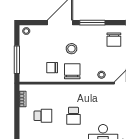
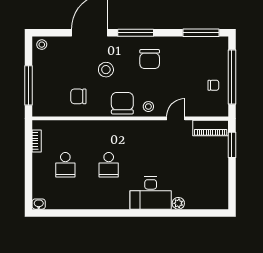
chair: (114, 40) -> (150, 59), moved
chair: (72, 71) -> (122, 103), moved
school desk: (43, 116) -> (65, 165), turned 90

